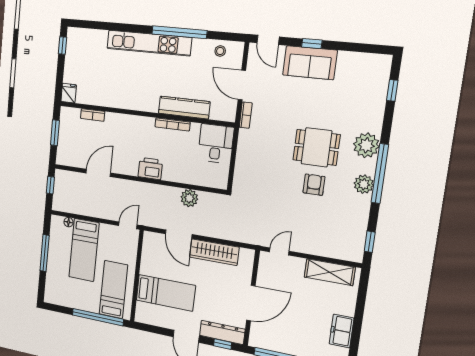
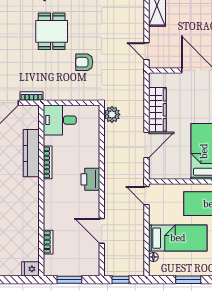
armchair: (314, 185) -> (84, 62), moved
plant: (189, 198) -> (112, 114), moved
window: (45, 253) -> (188, 280), width x0.69

